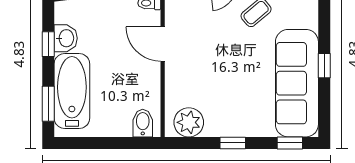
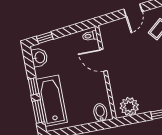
washbasin: (66, 38) -> (39, 57), moved
window: (48, 44) -> (34, 86), moved

